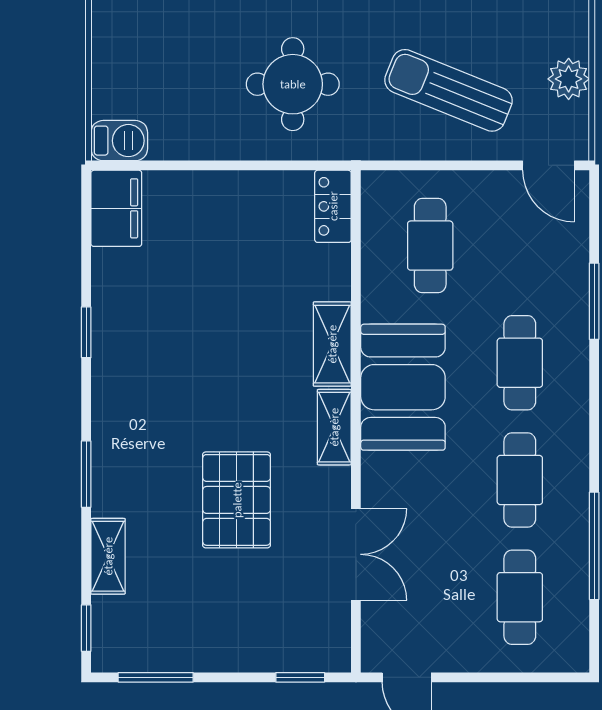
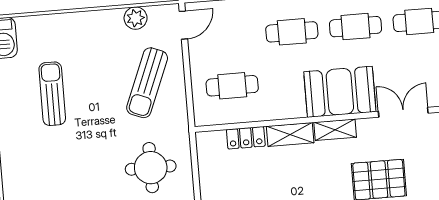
locker: (333, 206) -> (246, 138), moved
booth: (403, 387) -> (340, 92), moved

